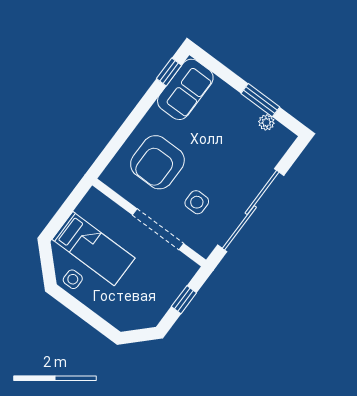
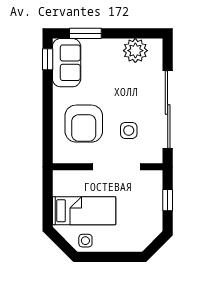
window: (260, 100) -> (85, 33), moved
plant: (266, 122) -> (135, 51), width x1.87, depth x1.87

